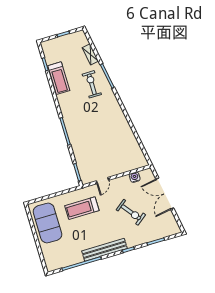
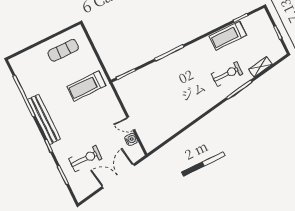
door: (102, 180) -> (131, 124), moved
treadmill: (82, 208) -> (86, 86), turned -90
exercise bike: (131, 212) -> (85, 159), moved, turned -142
exercise mat: (47, 223) -> (63, 50), width x0.50, depth x0.69

